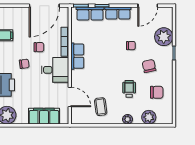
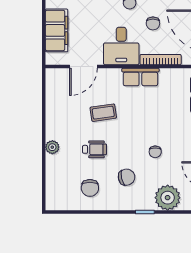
coffee table: (101, 107) -> (103, 113), moved
plant: (149, 117) -> (55, 177), removed

